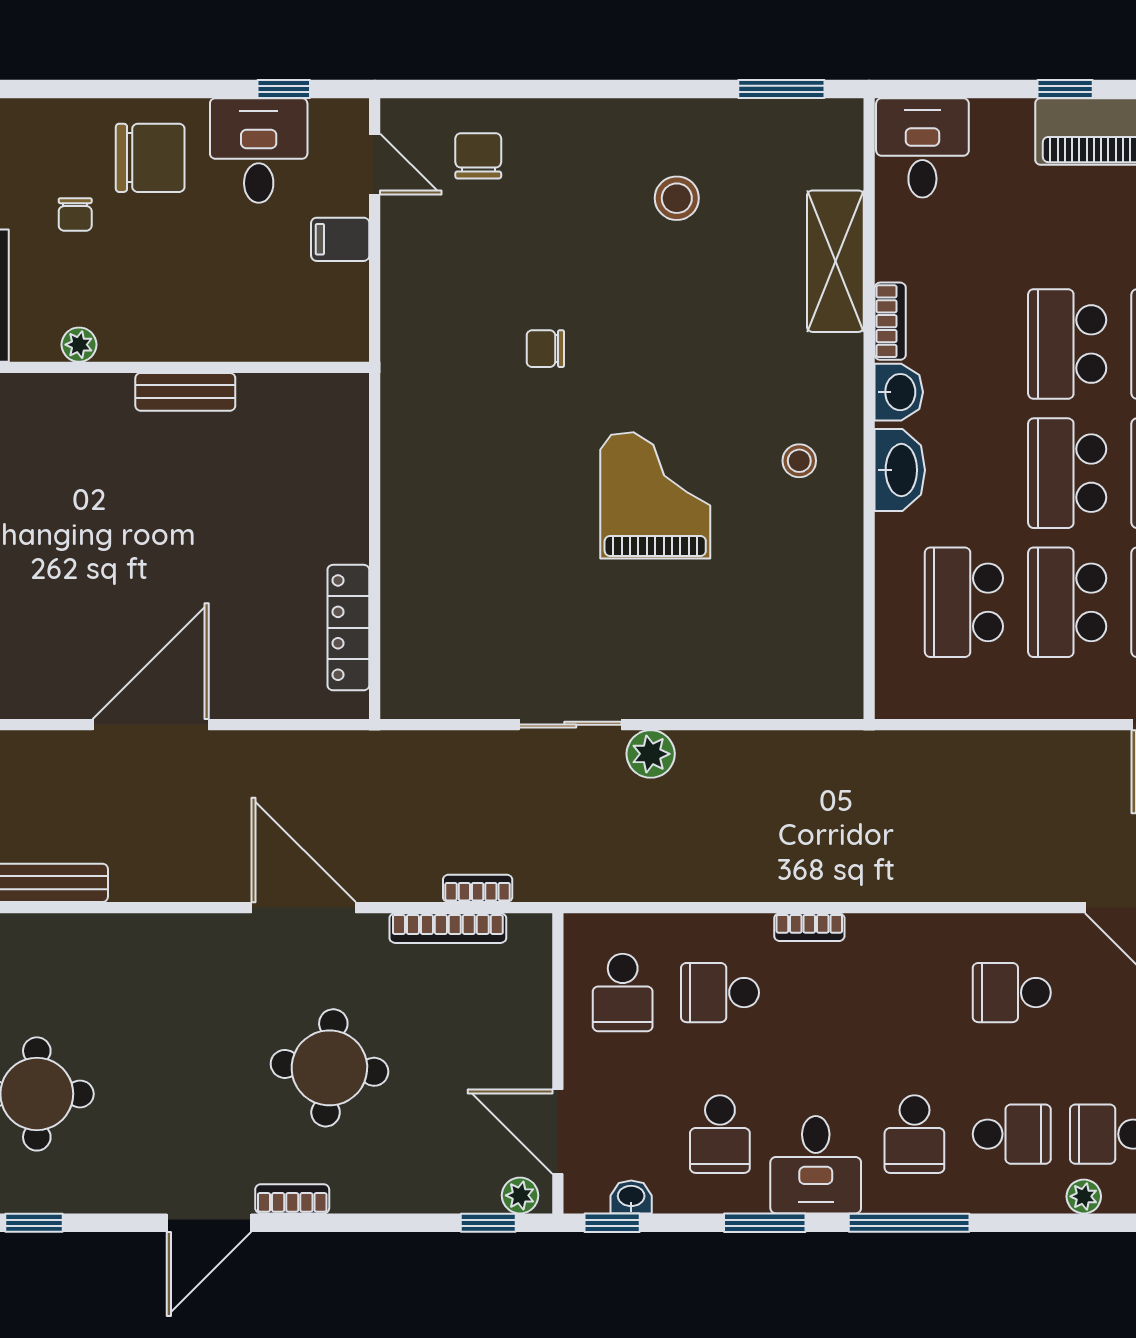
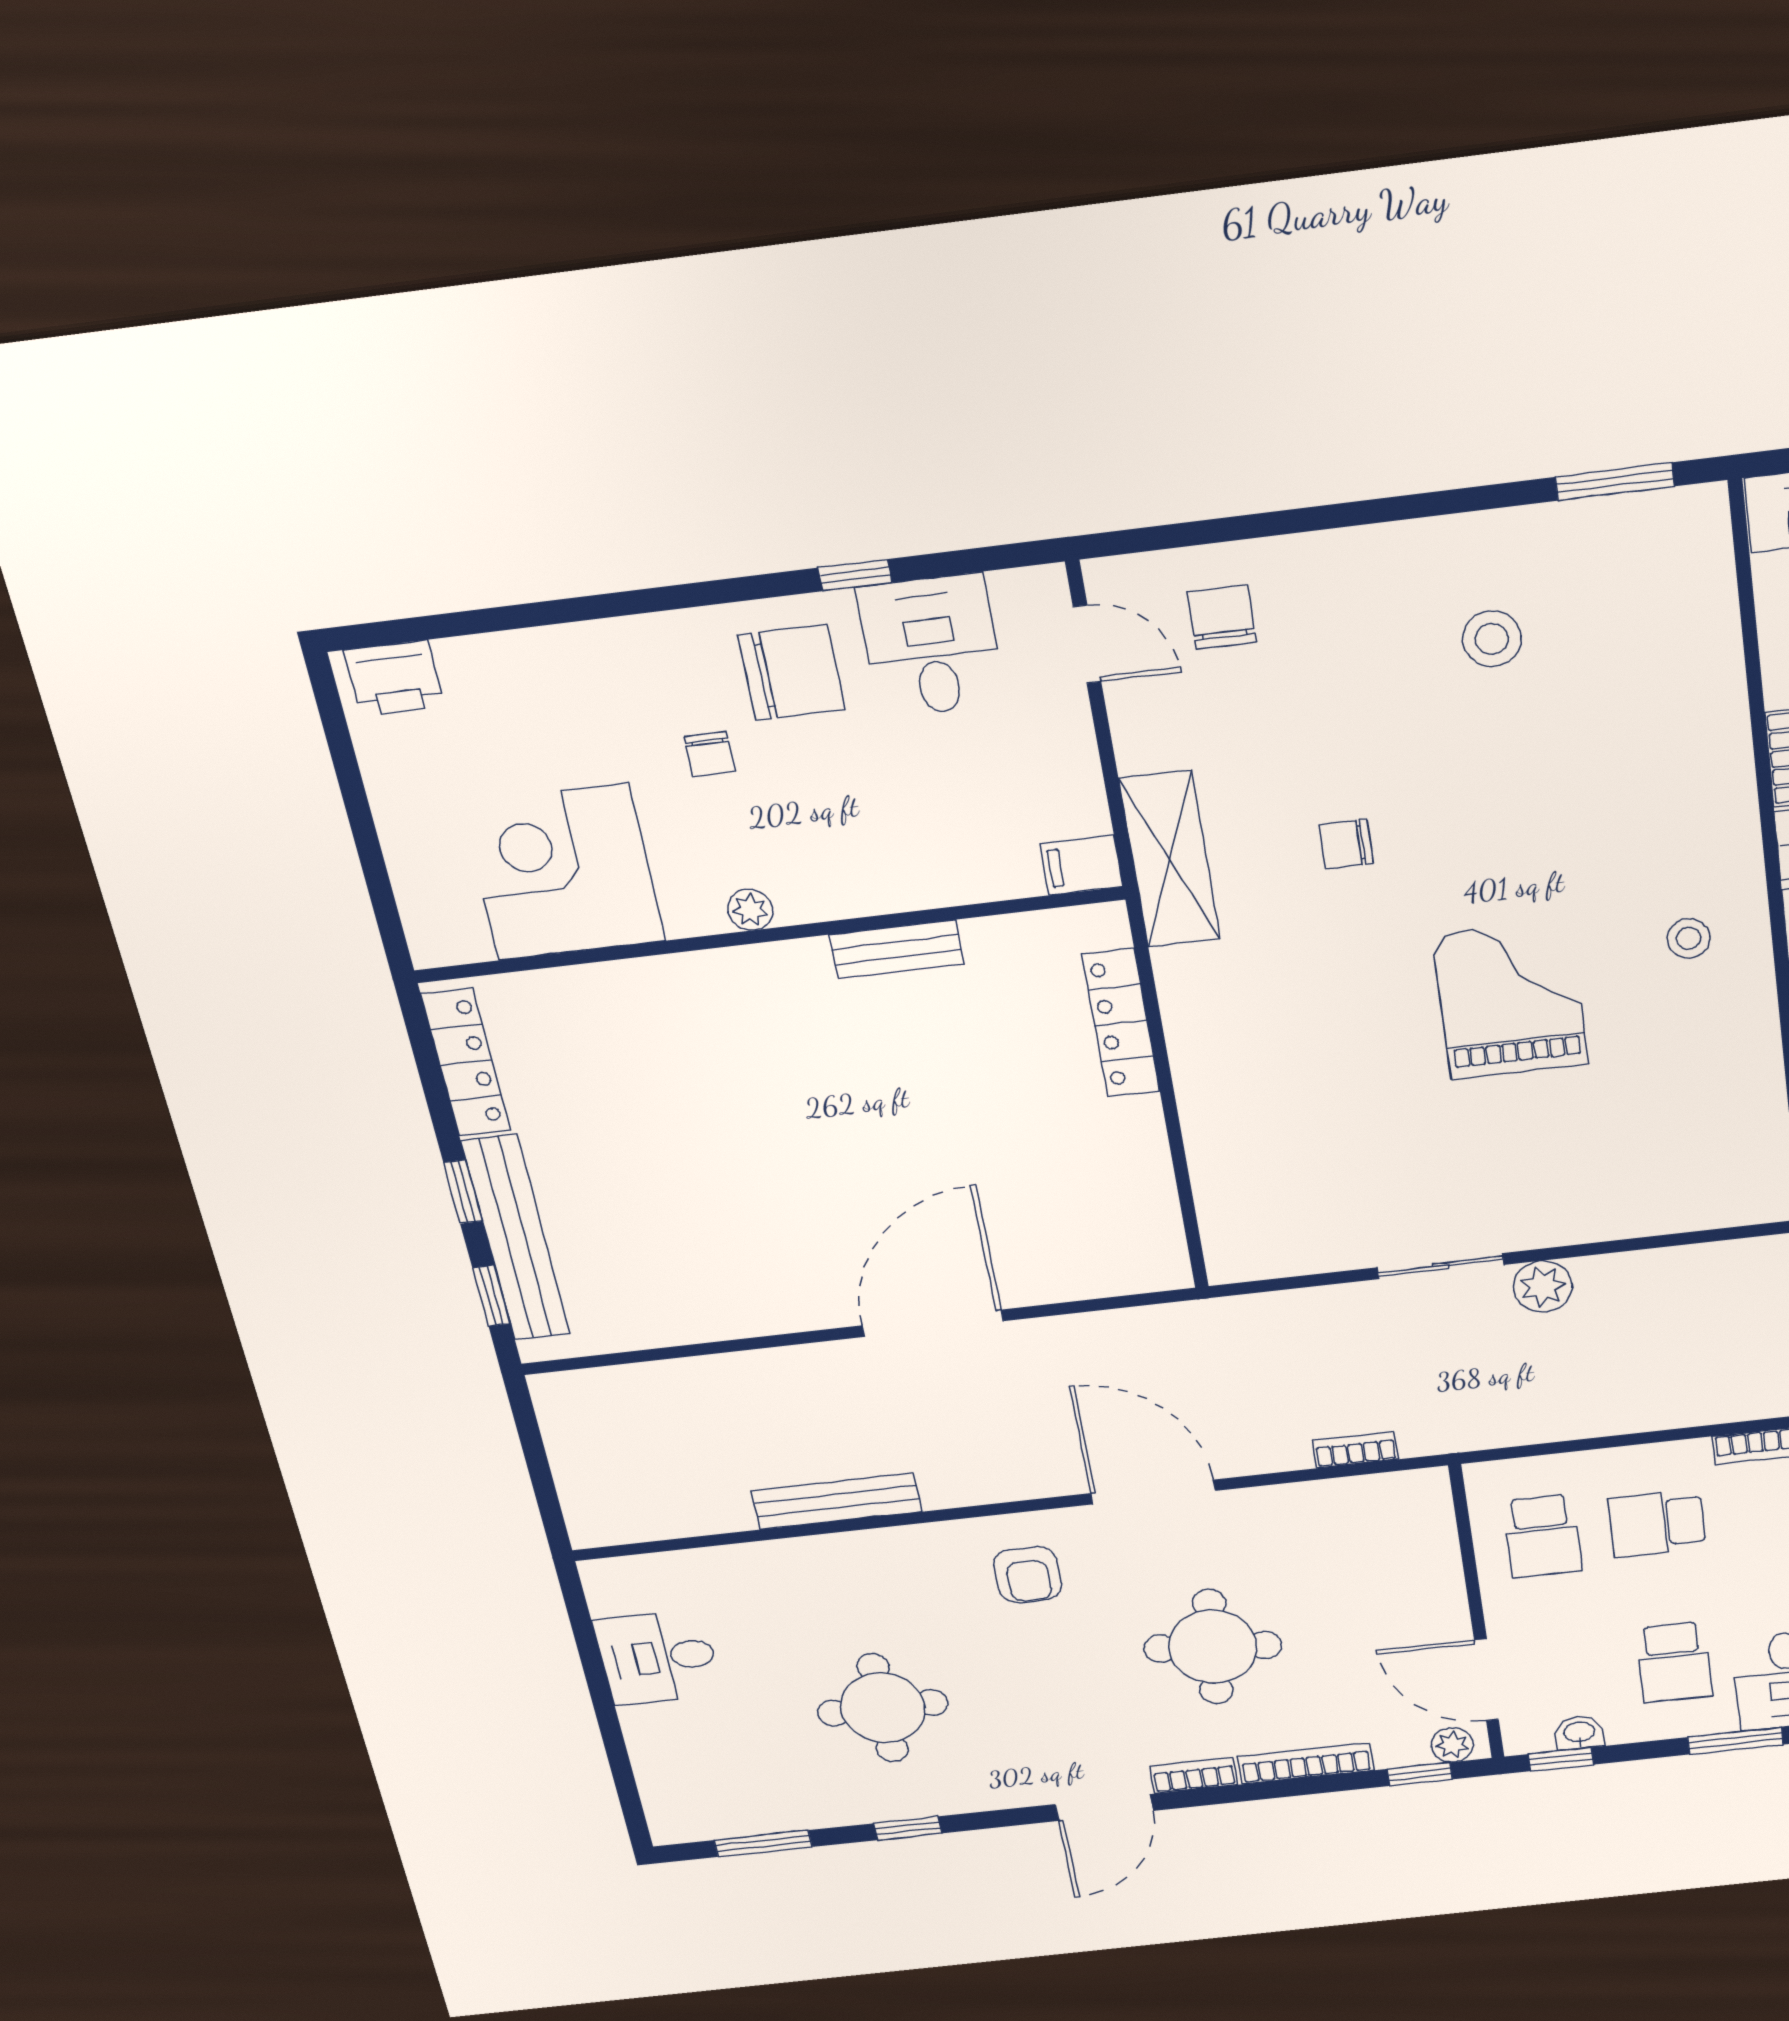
window: (284, 89) -> (855, 575), moved
filing cabinet: (340, 239) -> (1081, 865), moved
shelving: (835, 261) -> (1170, 859), moved
locker: (348, 628) -> (1121, 1023), moved
bookcase: (448, 928) -> (1306, 1763), moved, turned 180
armchair: (185, 975) -> (1028, 1575), added

